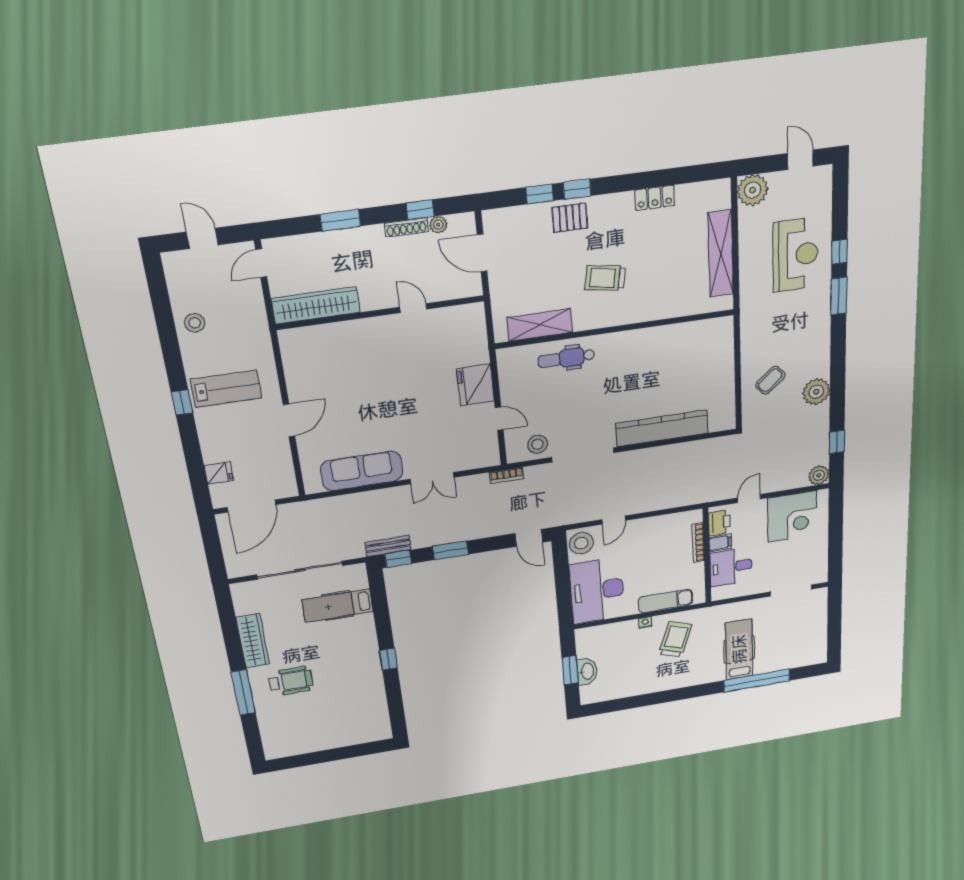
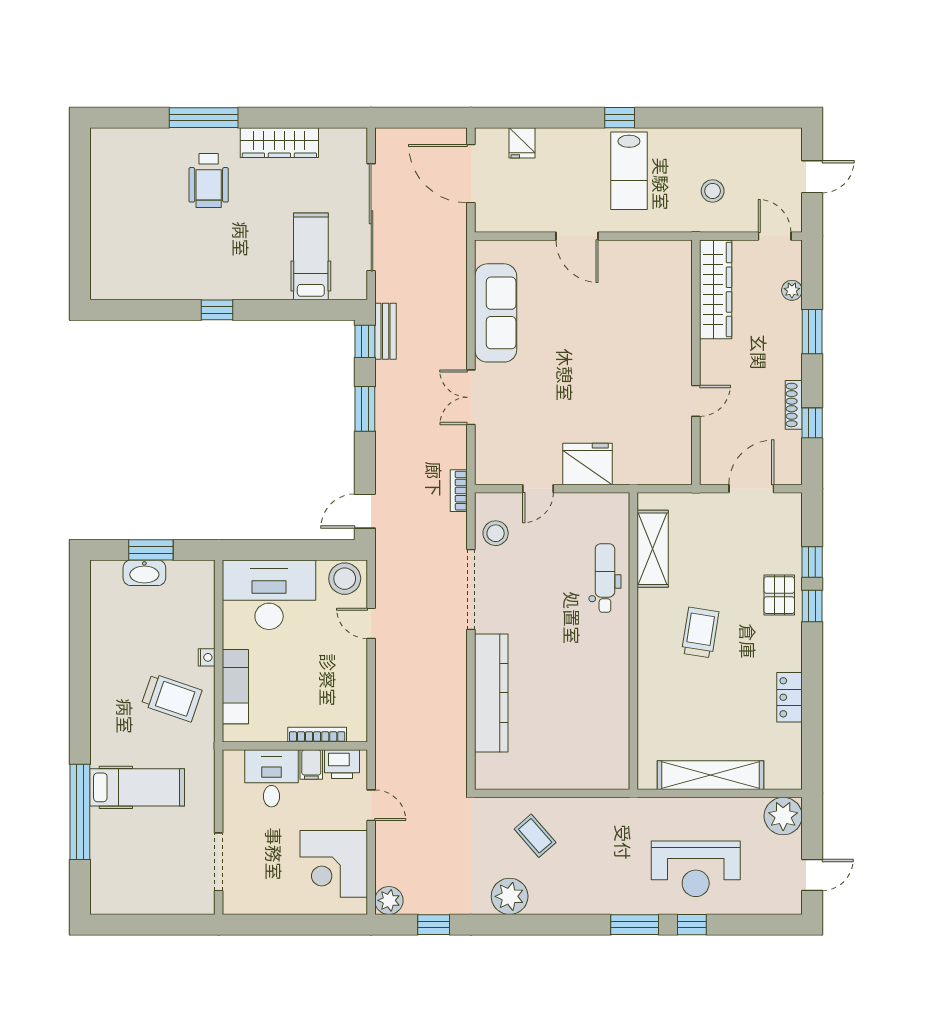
plant: (438, 225) -> (792, 290), moved
stool: (195, 323) -> (713, 191), moved

